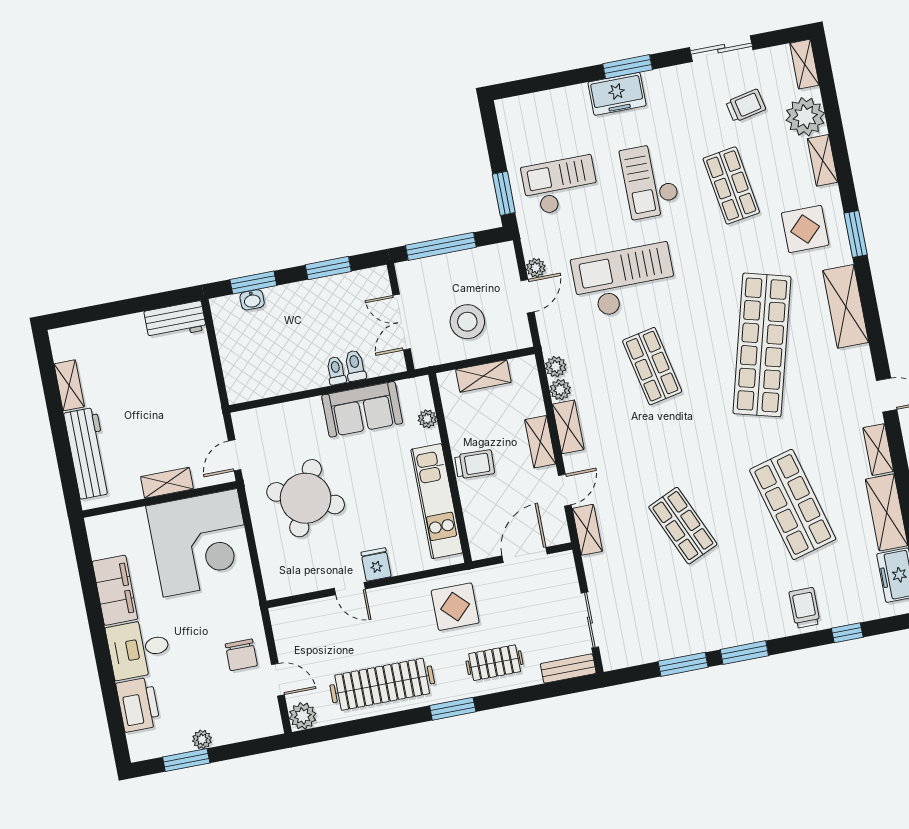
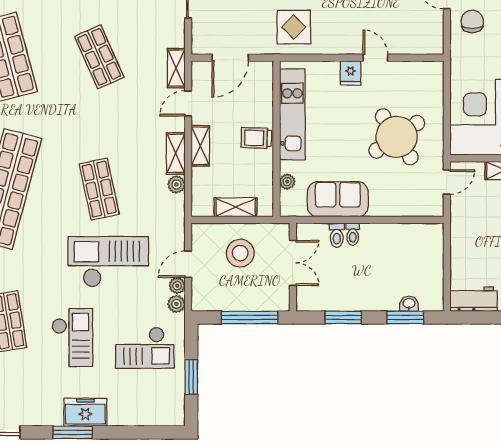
window: (504, 193) -> (191, 377), moved
checkout: (624, 281) -> (108, 262), turned 180
plant: (556, 367) -> (176, 304), moved
round table: (306, 498) -> (397, 137), turned 33

